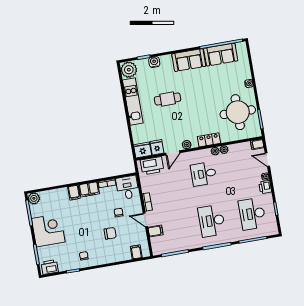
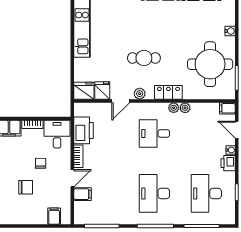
cafe table: (168, 99) -> (144, 58), moved
printer: (152, 166) -> (84, 130), moved, turned -90
door: (145, 220) -> (72, 178), swing flipped

